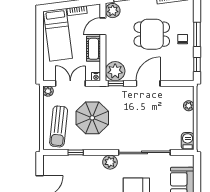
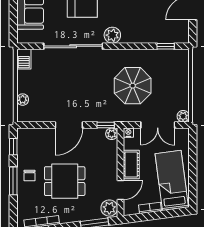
plant: (115, 71) -> (112, 134), width x0.53, depth x0.53
sun lounger: (59, 126) -> (171, 76), removed
window: (76, 152) -> (166, 46), moved

